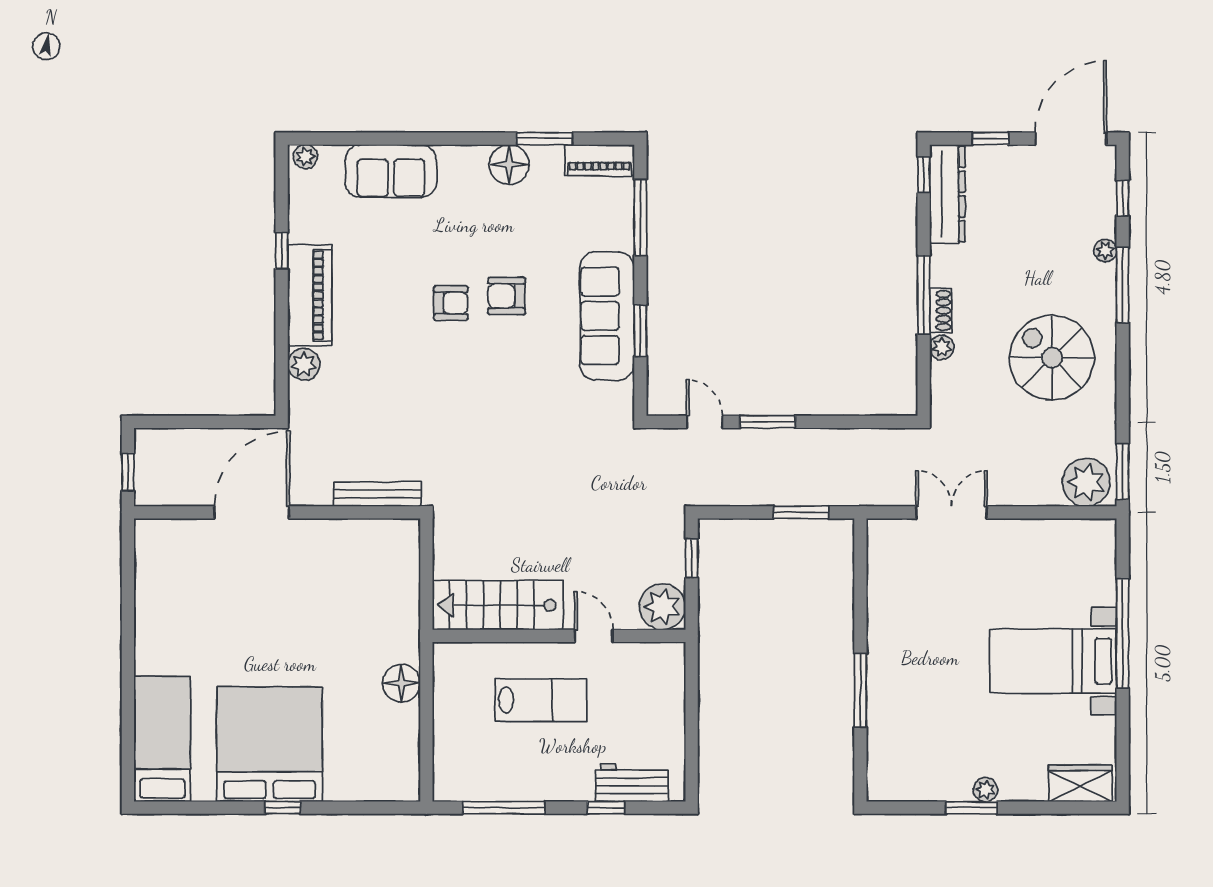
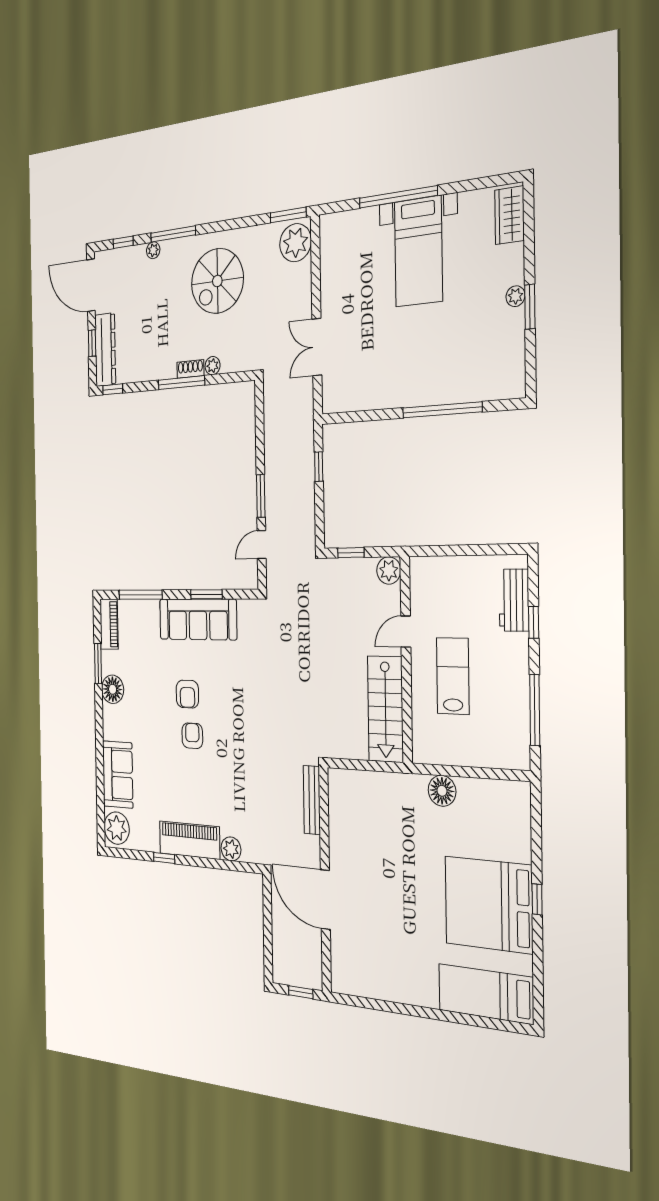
plant: (305, 157) -> (117, 828), width x1.87, depth x1.87
dresser: (947, 194) -> (105, 350), moved, turned 90
window: (801, 512) -> (319, 467), width x0.67
plant: (662, 607) -> (389, 570), width x0.73, depth x0.73
window: (860, 691) -> (442, 410), width x1.46

